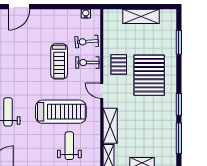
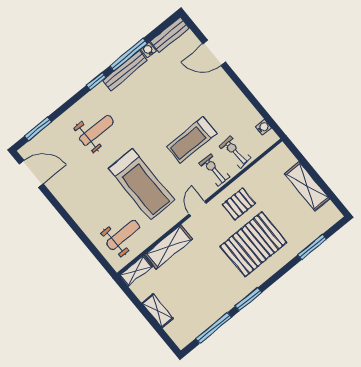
weight bench: (69, 146) -> (123, 235), moved

